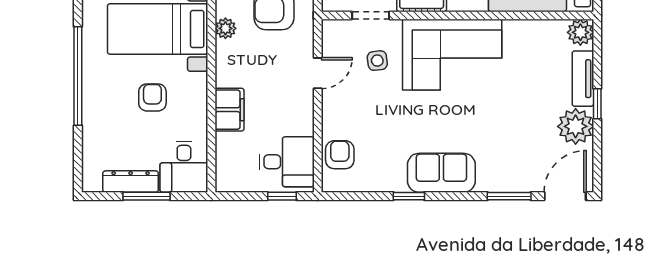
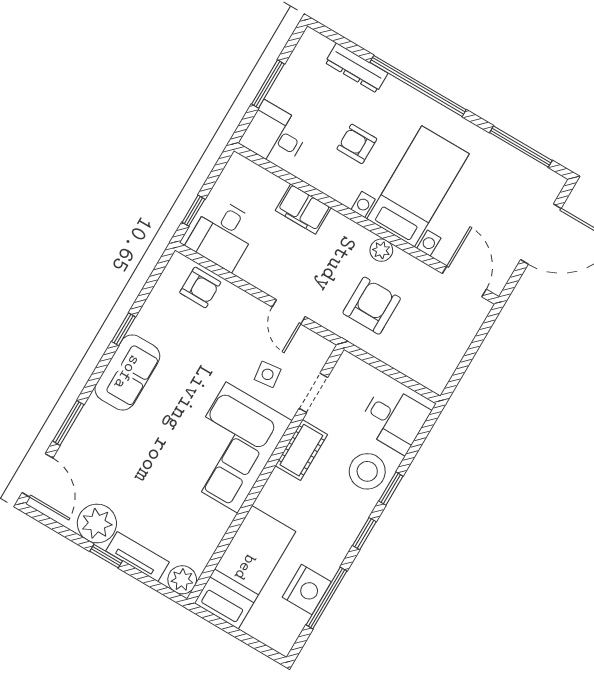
armchair: (152, 97) -> (357, 144), turned 180
dresser: (131, 182) -> (356, 68), moved, turned 90

